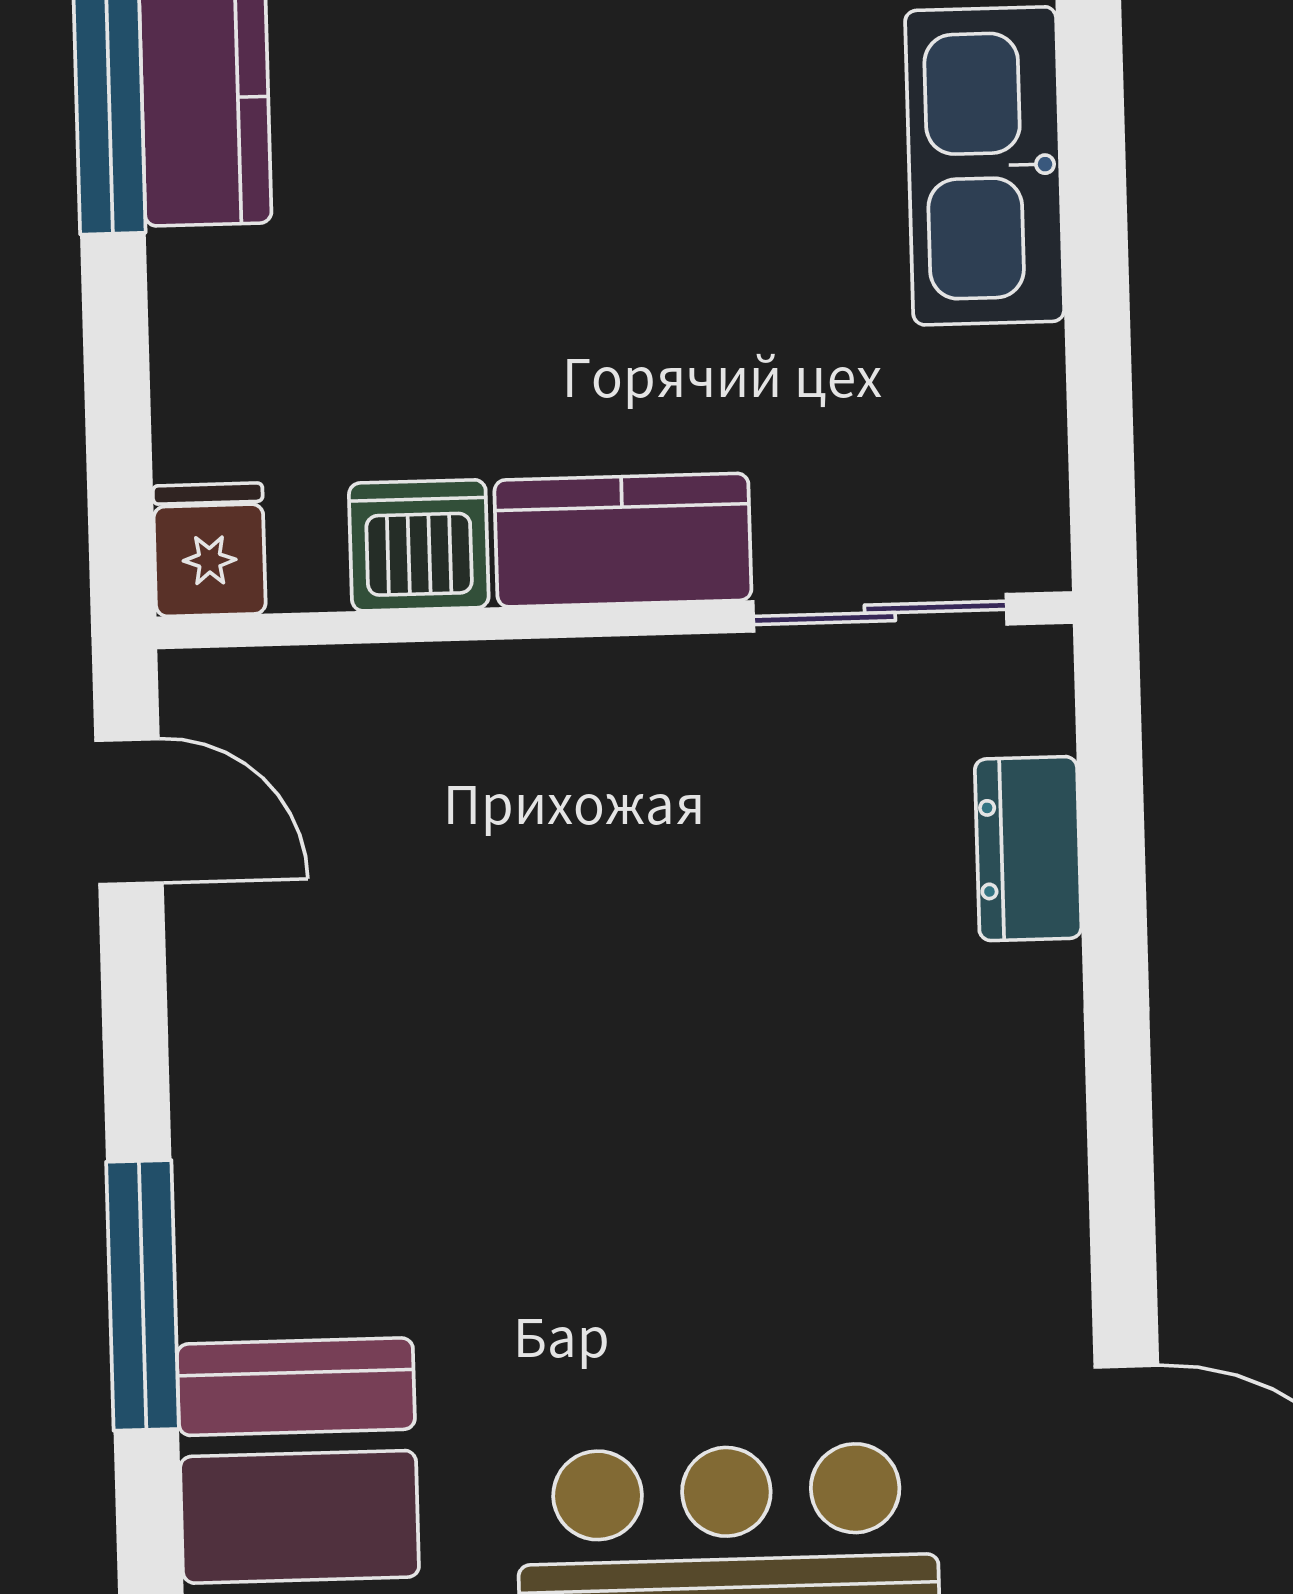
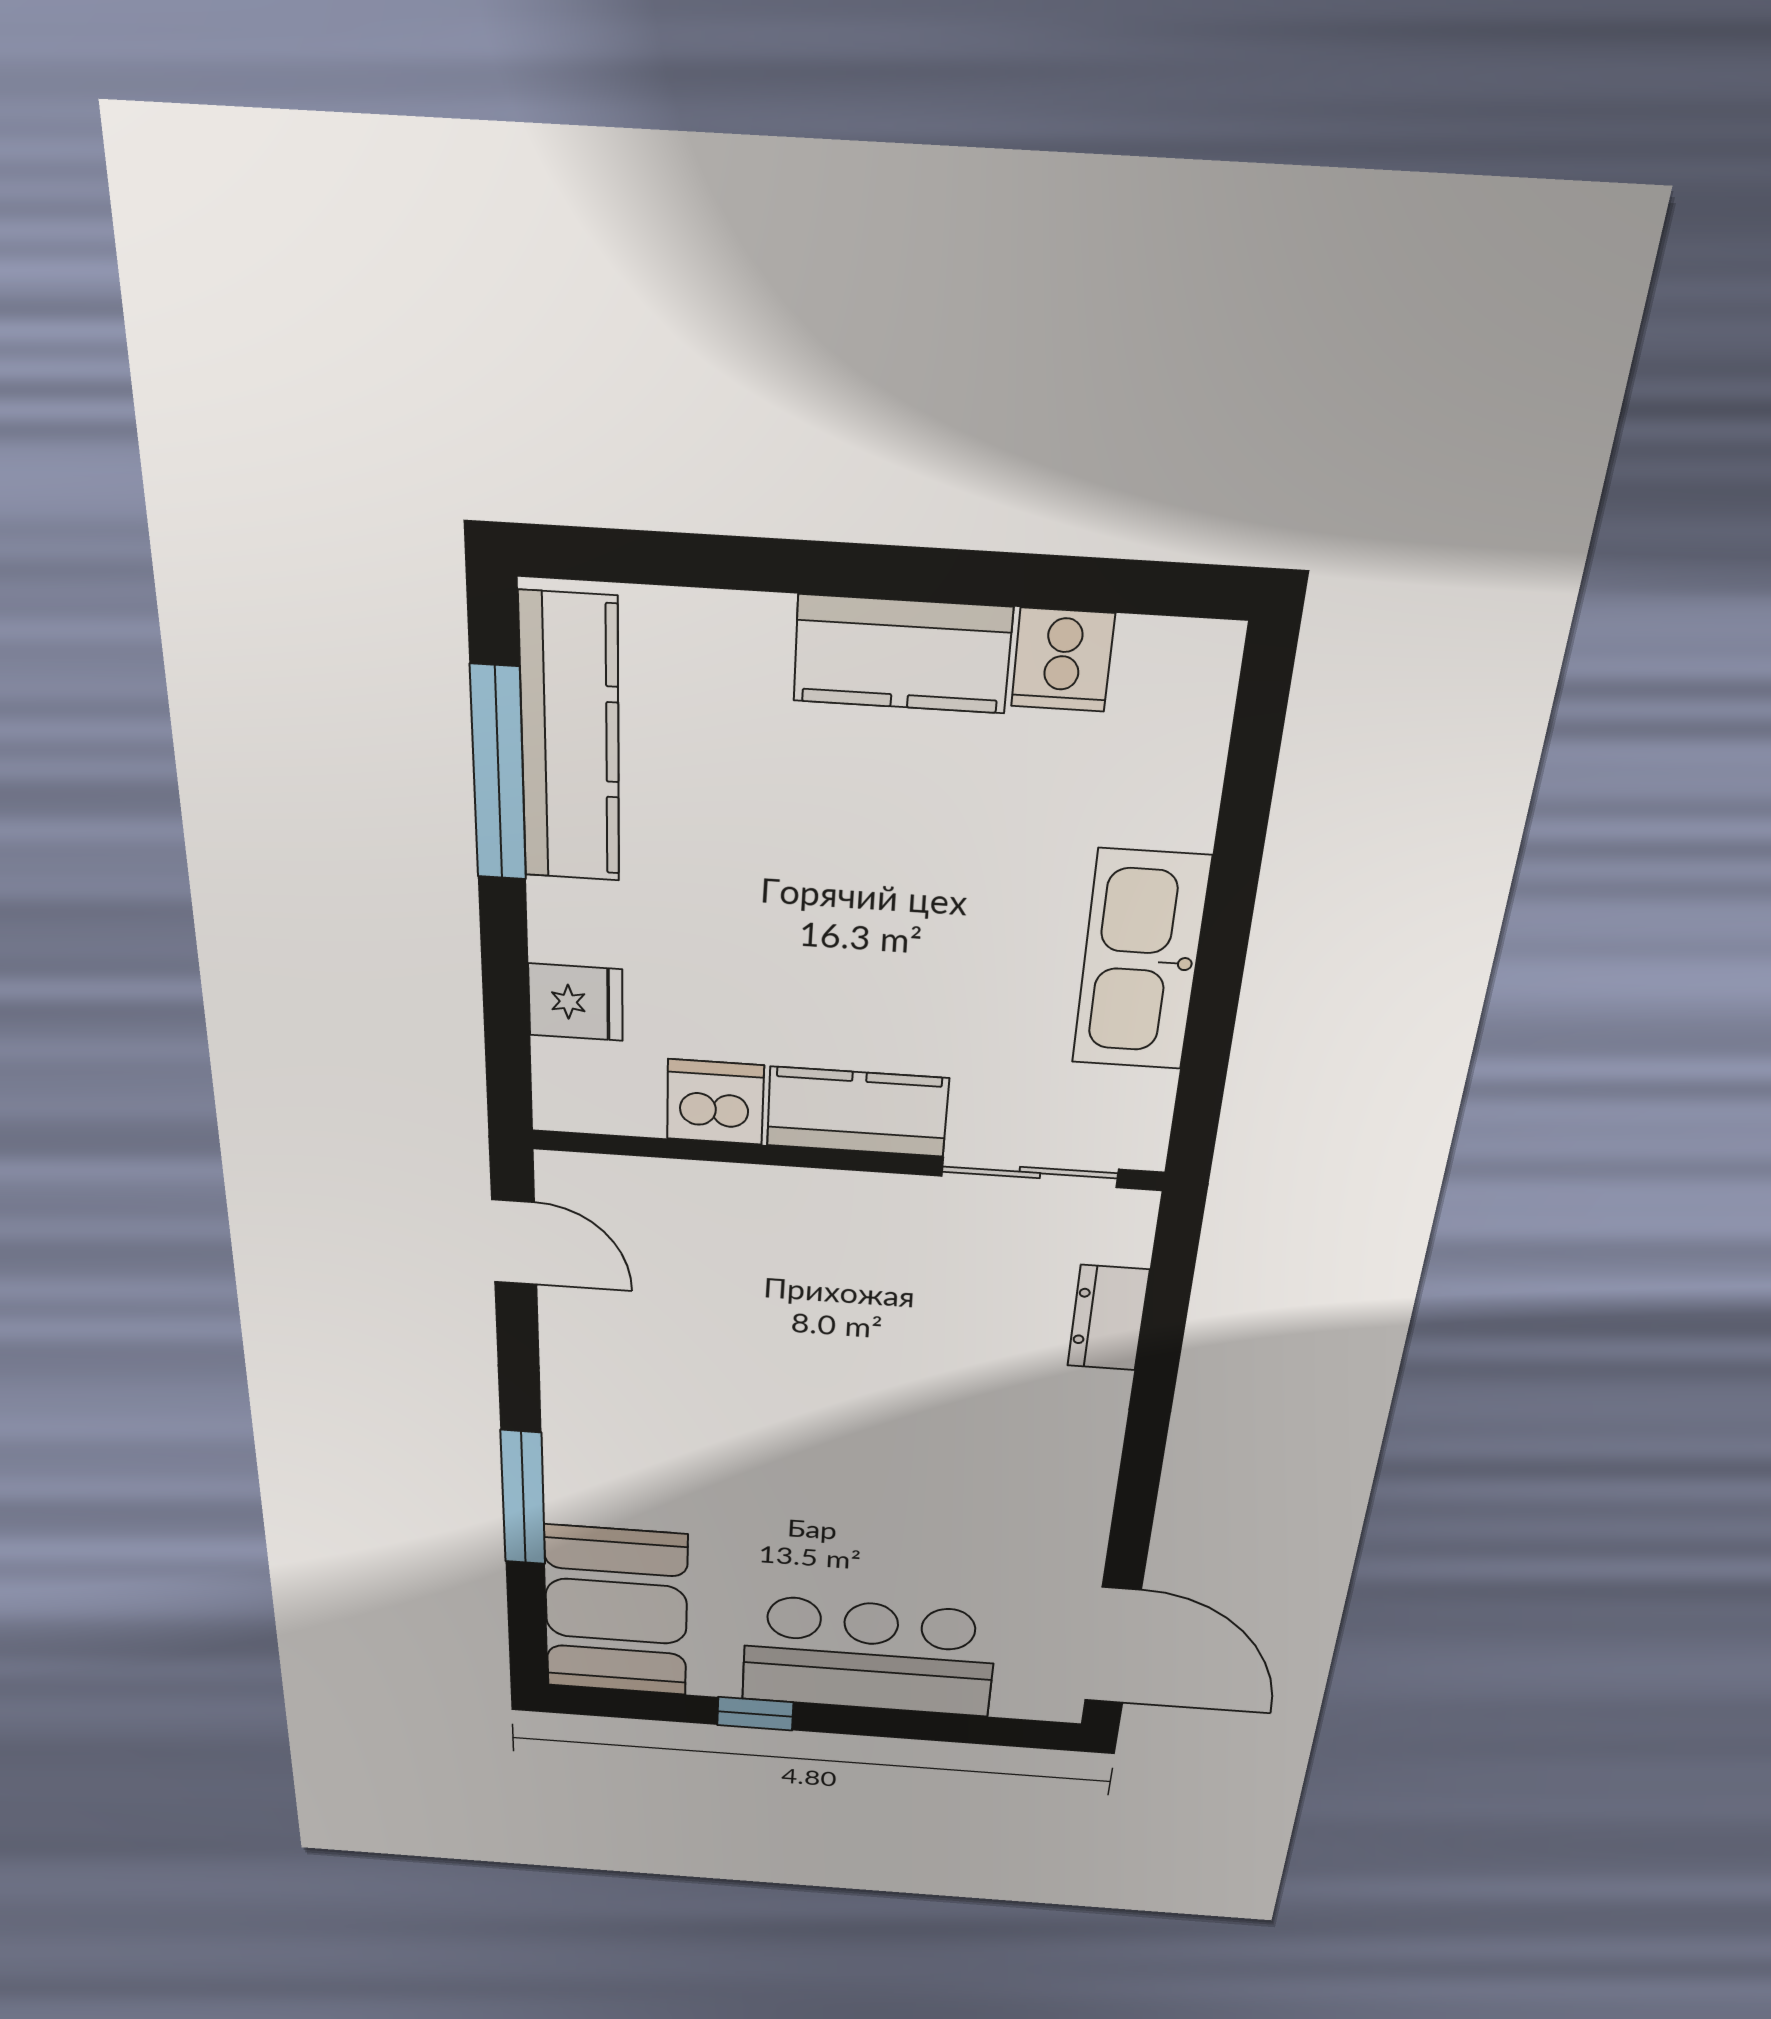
kitchen sink: (985, 166) -> (1140, 961), moved
fridge: (209, 550) -> (576, 1002), moved, turned 90

